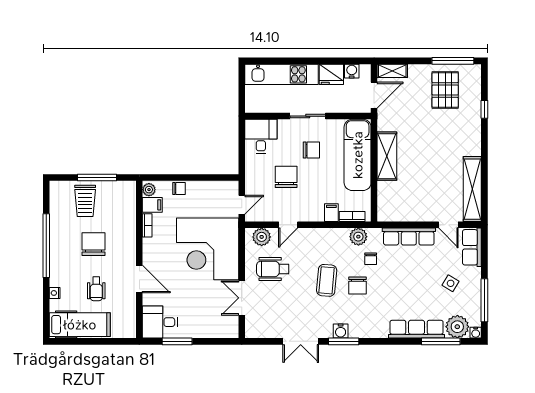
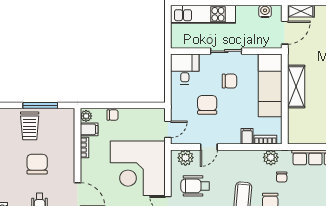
fridge: (331, 74) -> (247, 14), removed

